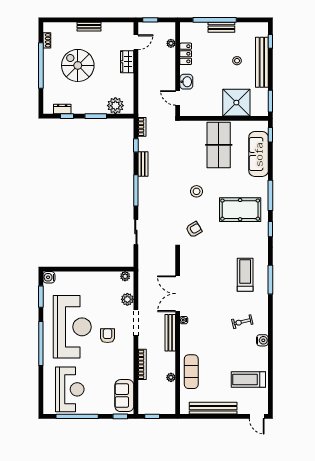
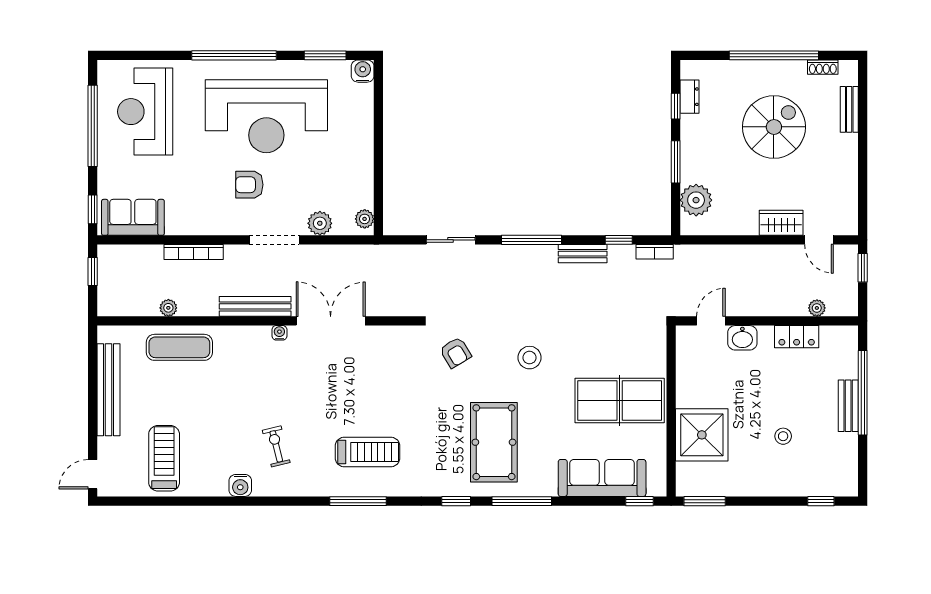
bench: (89, 27) -> (849, 109), moved
bench: (262, 62) -> (780, 484), removed
armchair: (107, 336) -> (249, 185), turned 180
reception desk: (70, 389) -> (145, 112), turned 90

